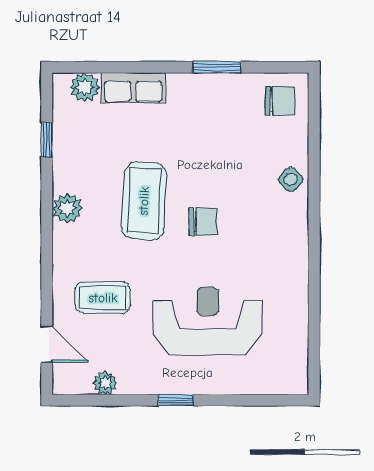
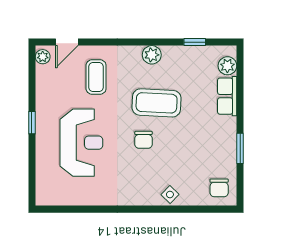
plant: (105, 383) -> (43, 57), moved

